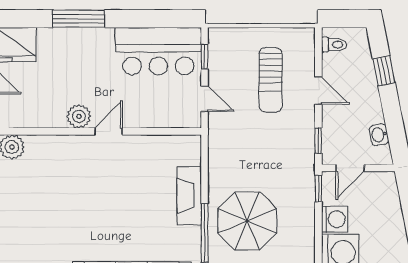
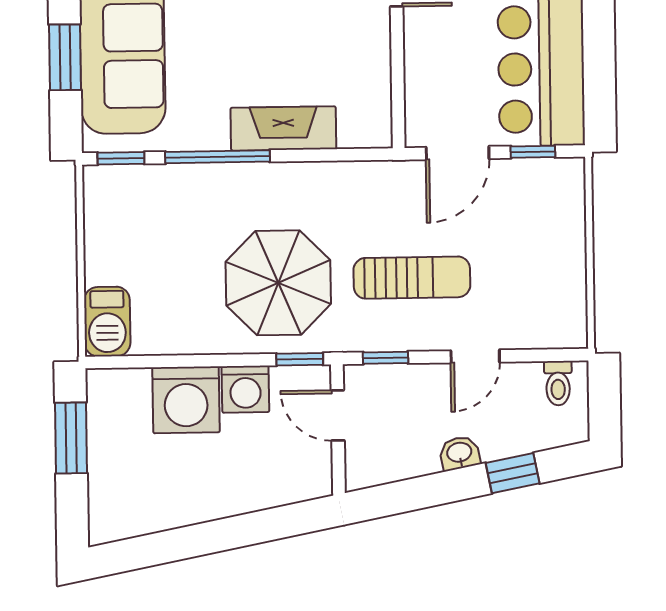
sun lounger: (271, 80) -> (412, 278), moved, turned 180
door: (205, 99) -> (458, 153), width x1.38
washbasin: (379, 135) -> (459, 453), moved
parasol: (247, 221) -> (278, 283), moved

